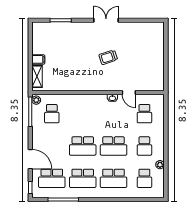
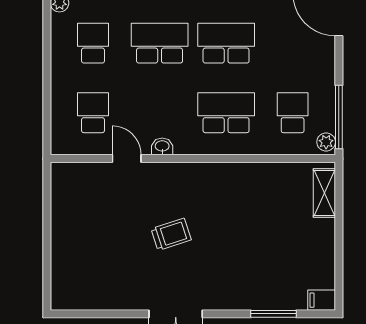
filing cabinet: (38, 59) -> (322, 300), moved
school desk: (83, 114) -> (226, 113), added

